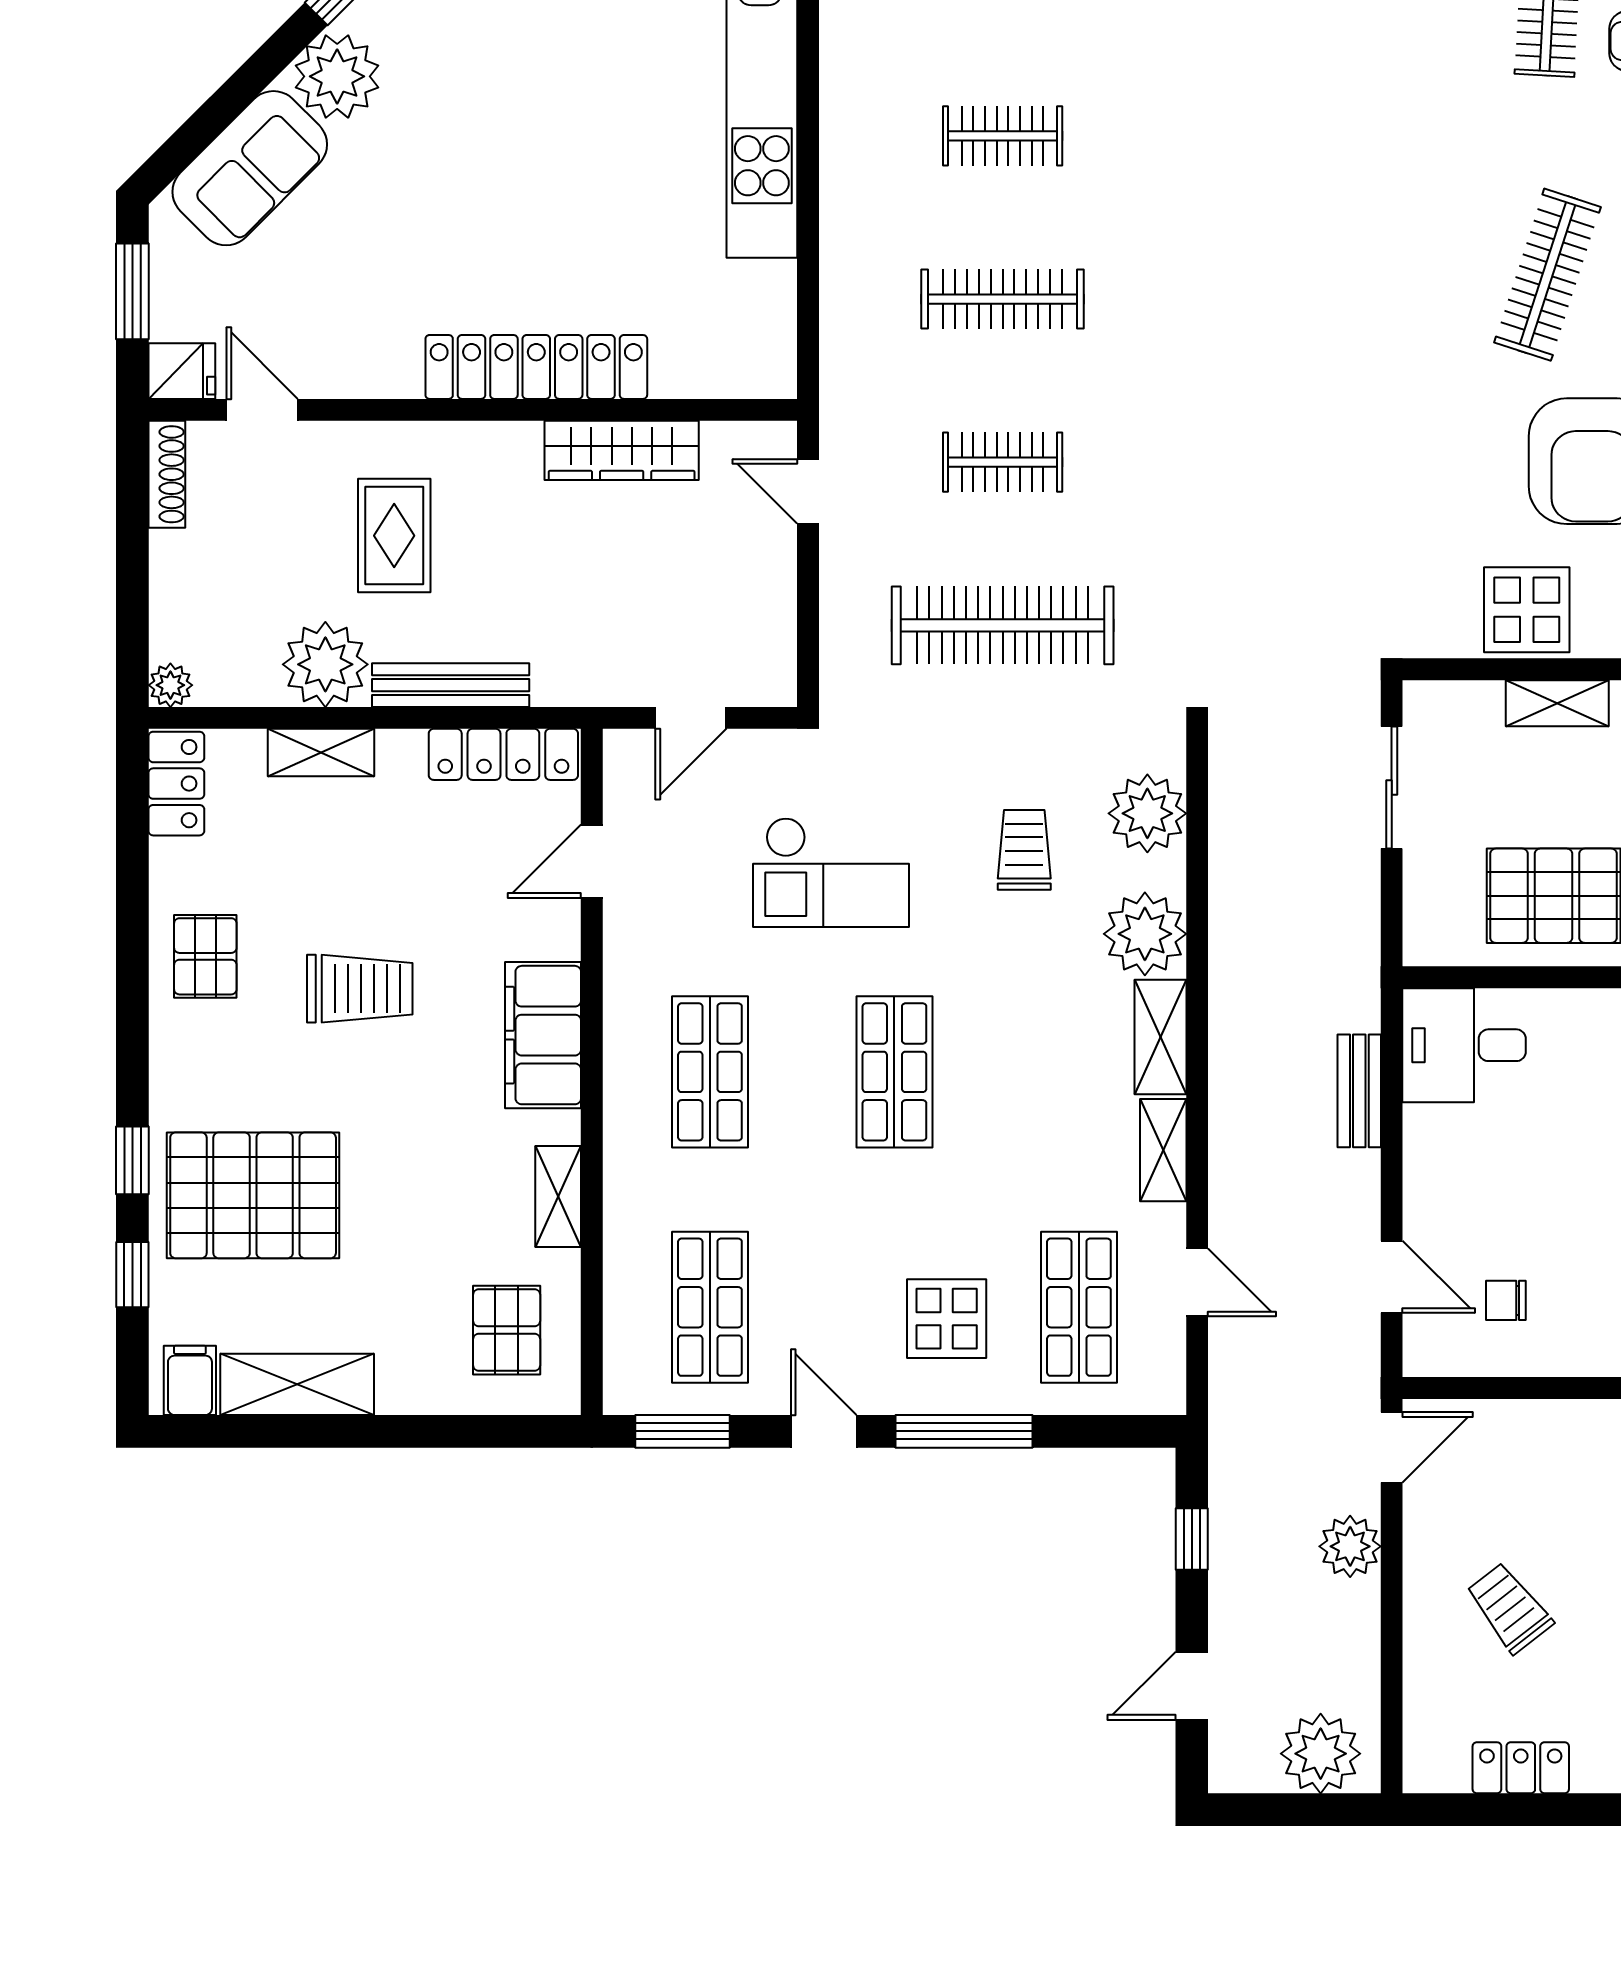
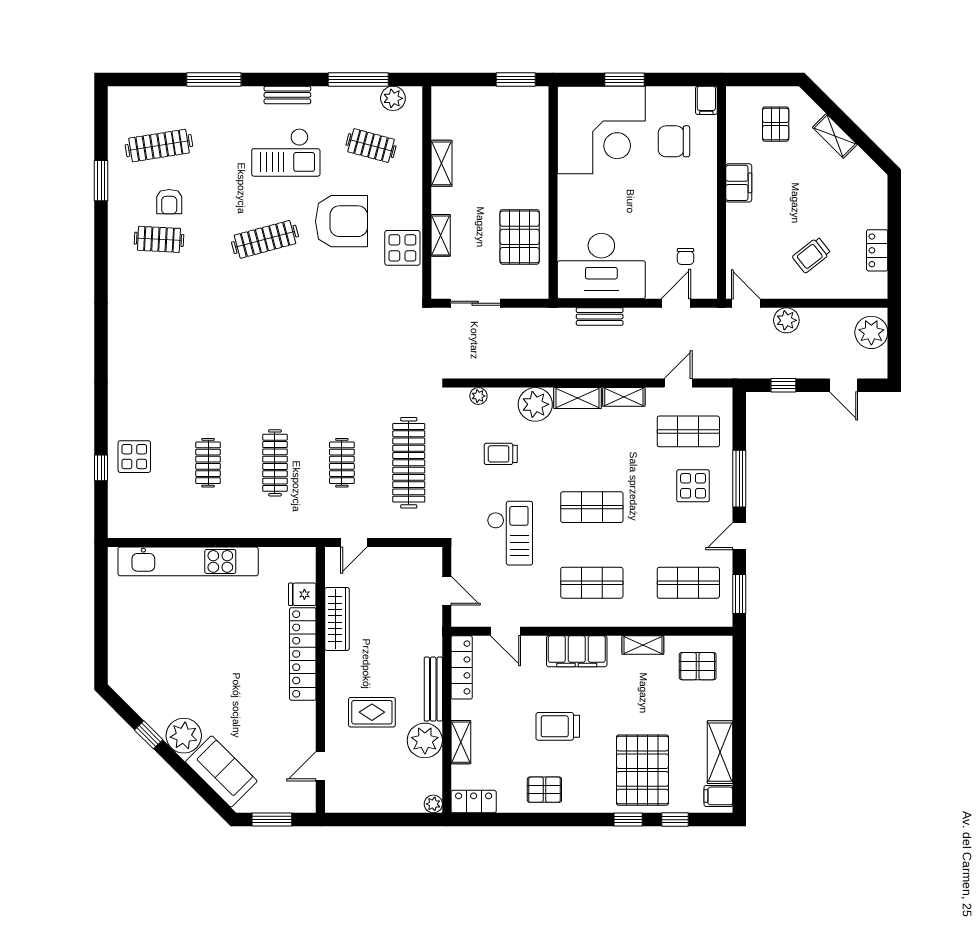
clothes rail: (1548, 275) -> (265, 239), turned -33
fridge: (182, 371) -> (302, 594), moved, turned -90
shoe rack: (167, 474) -> (347, 805), removed
plant: (1147, 813) -> (478, 396), width x0.53, depth x0.53
trolley: (360, 989) -> (558, 726), turned -90
desk: (1464, 1045) -> (601, 266), width x1.87, depth x1.30

